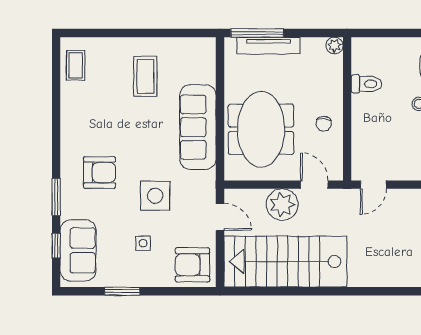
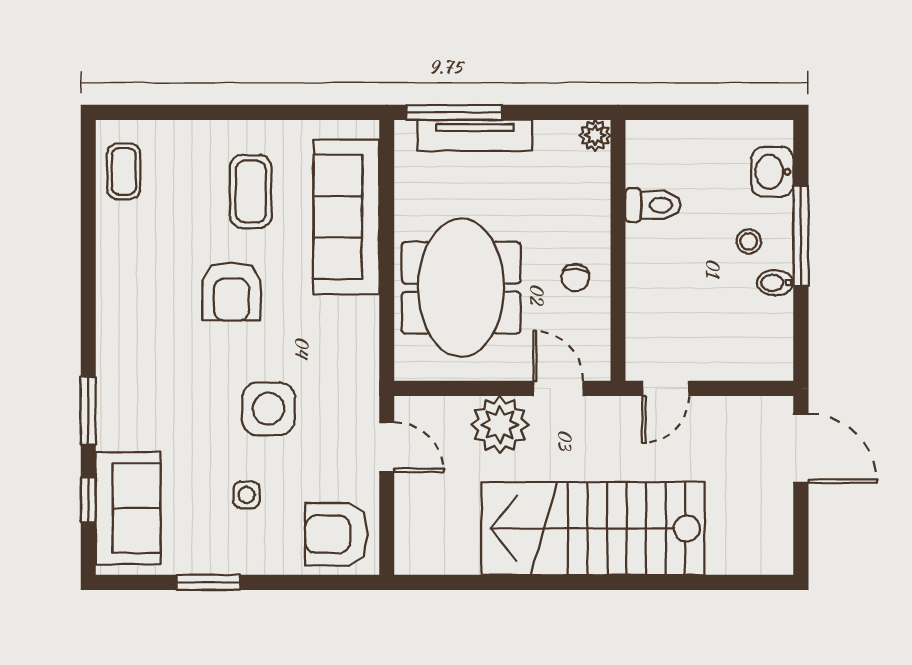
sofa: (198, 127) -> (346, 217), moved
armchair: (99, 172) -> (231, 291), moved, turned 90
stairs: (285, 262) -> (593, 529), moved

